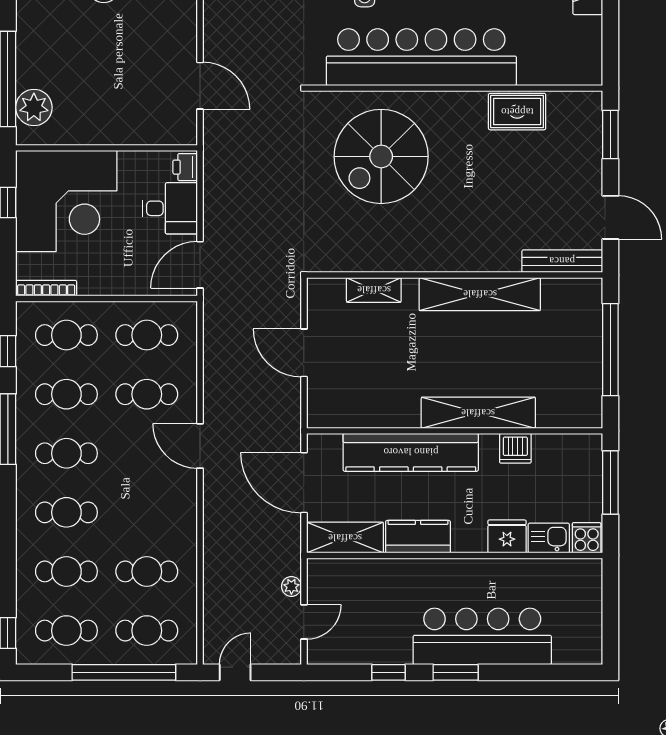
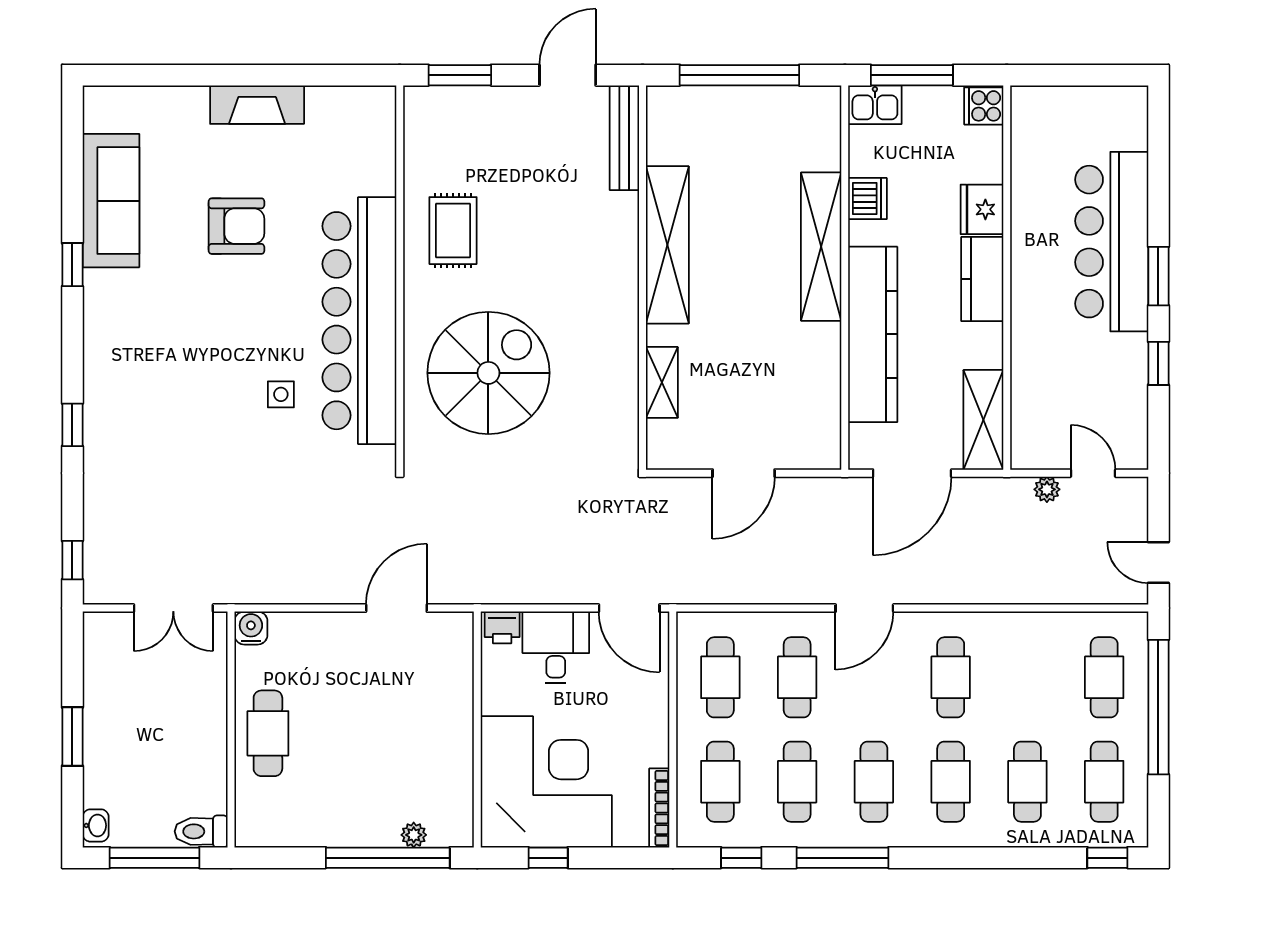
plant: (34, 107) -> (414, 835), width x0.53, depth x0.53
rug: (517, 112) -> (453, 231), moved
spiral stairs: (381, 156) -> (488, 373), turned -90
kitchen counter: (418, 537) -> (982, 279), moved
kitchen sink: (549, 538) -> (875, 105), moved, turned -90
cafe table: (147, 571) -> (951, 677), moved

